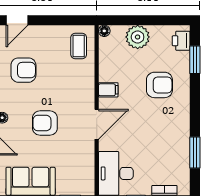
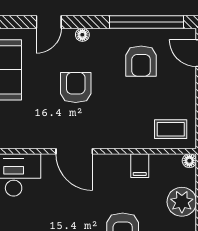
filing cabinet: (108, 90) -> (140, 166), moved

